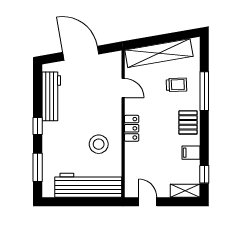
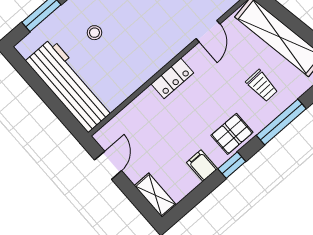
stool: (99, 144) -> (94, 33), moved, width x0.53, depth x0.53
window: (204, 174) -> (232, 165), moved

